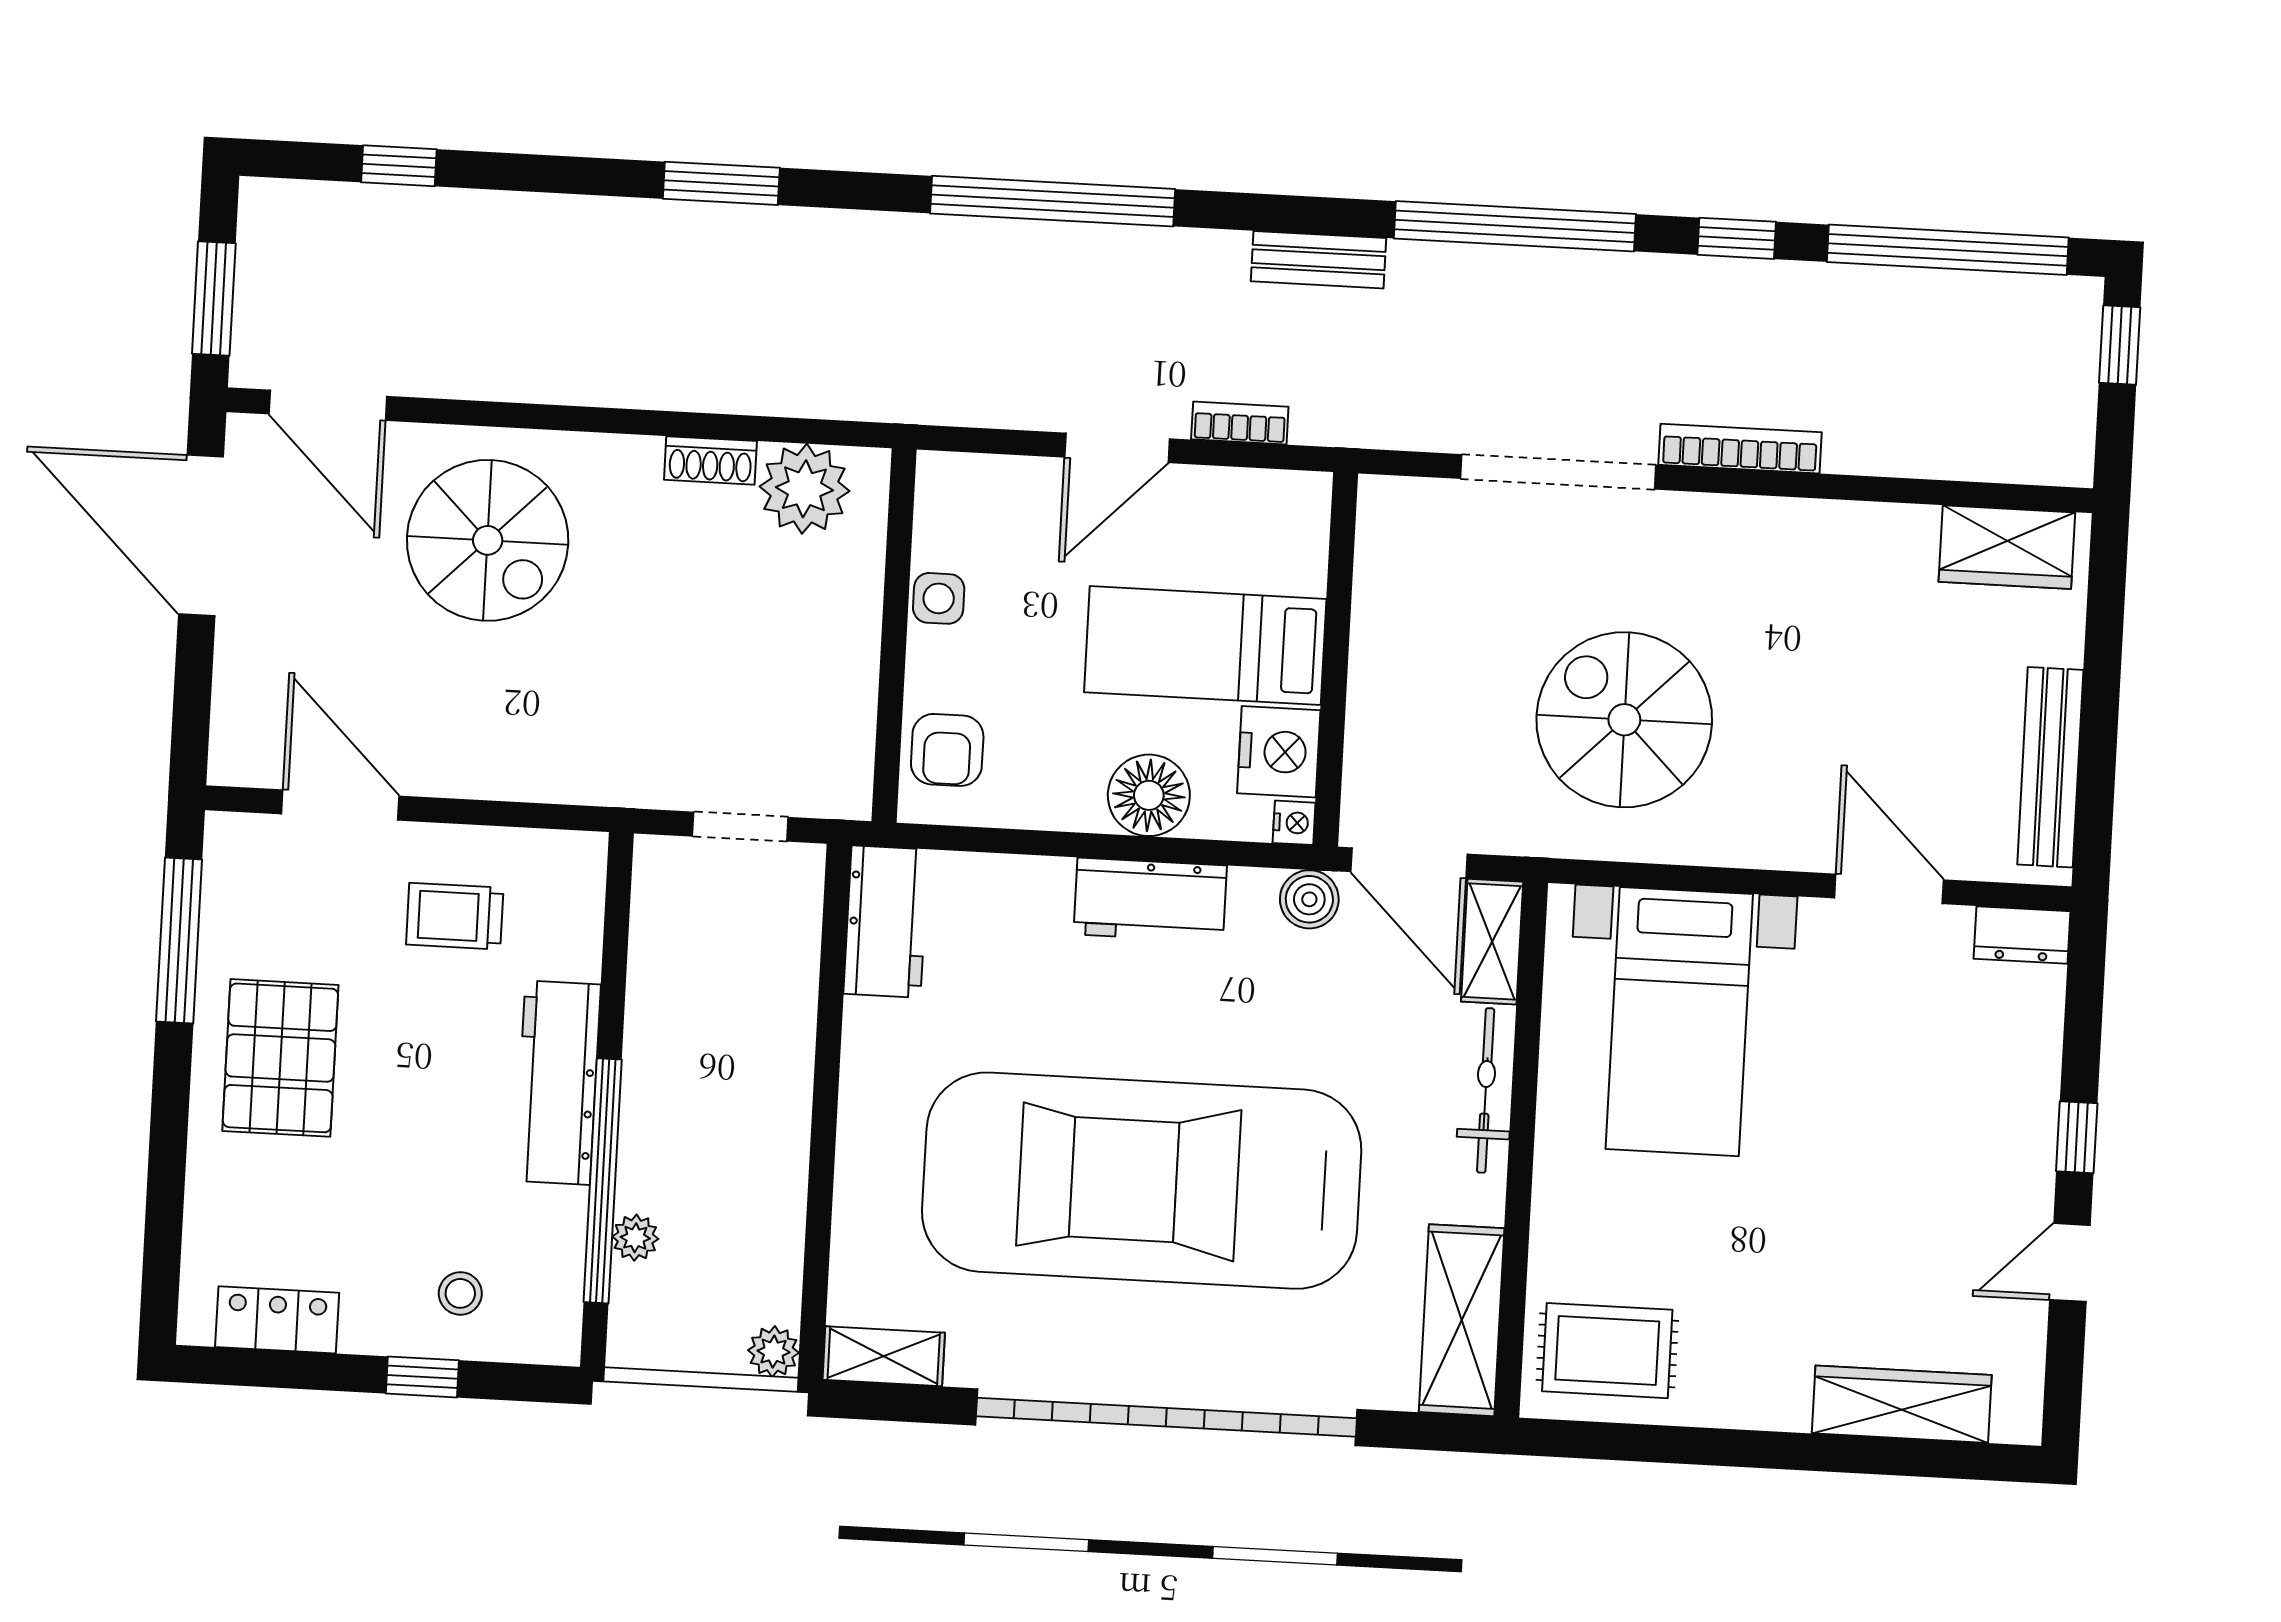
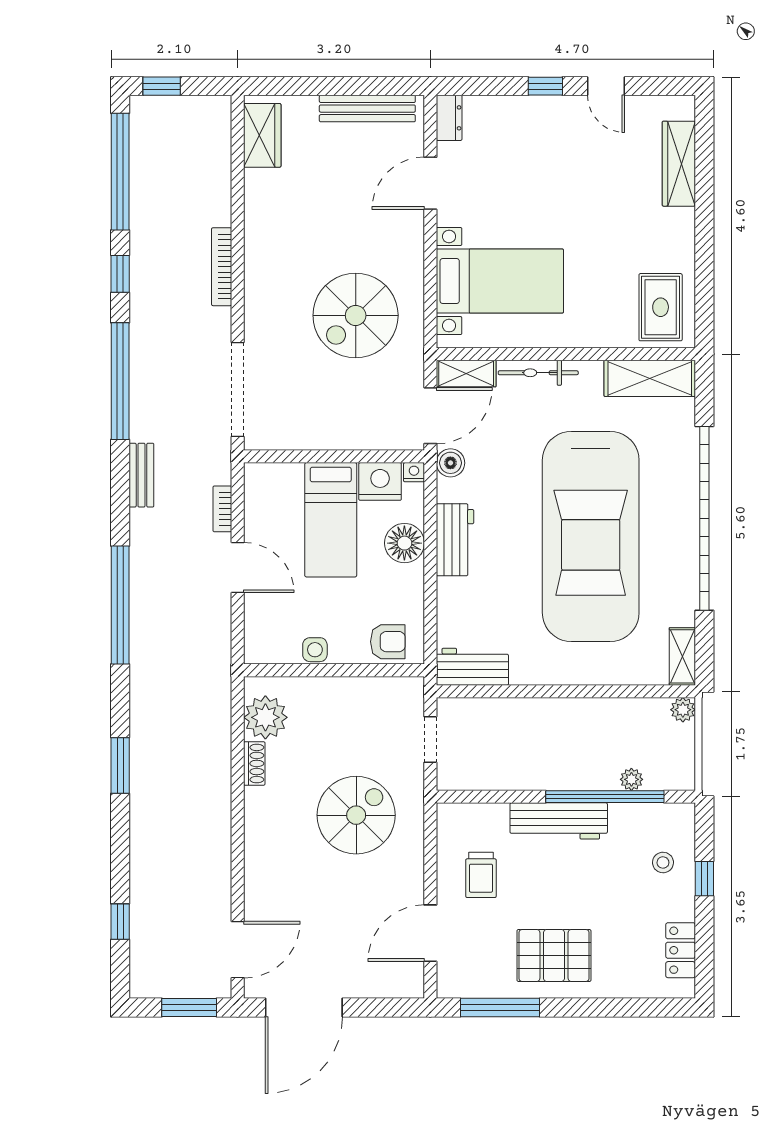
doorway: (1558, 472) -> (238, 390), moved
spiral stairs: (488, 540) -> (356, 815), moved

